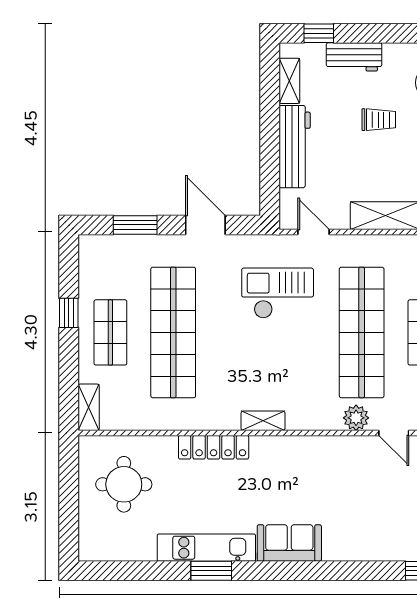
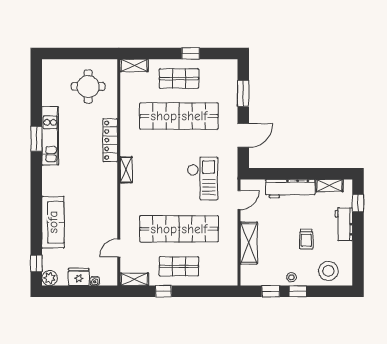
plant: (356, 418) -> (128, 225), removed
sofa: (289, 543) -> (53, 222), moved, width x1.36

